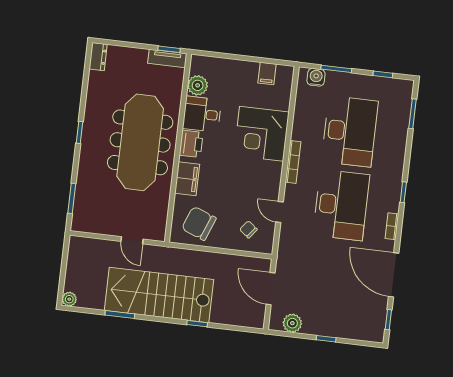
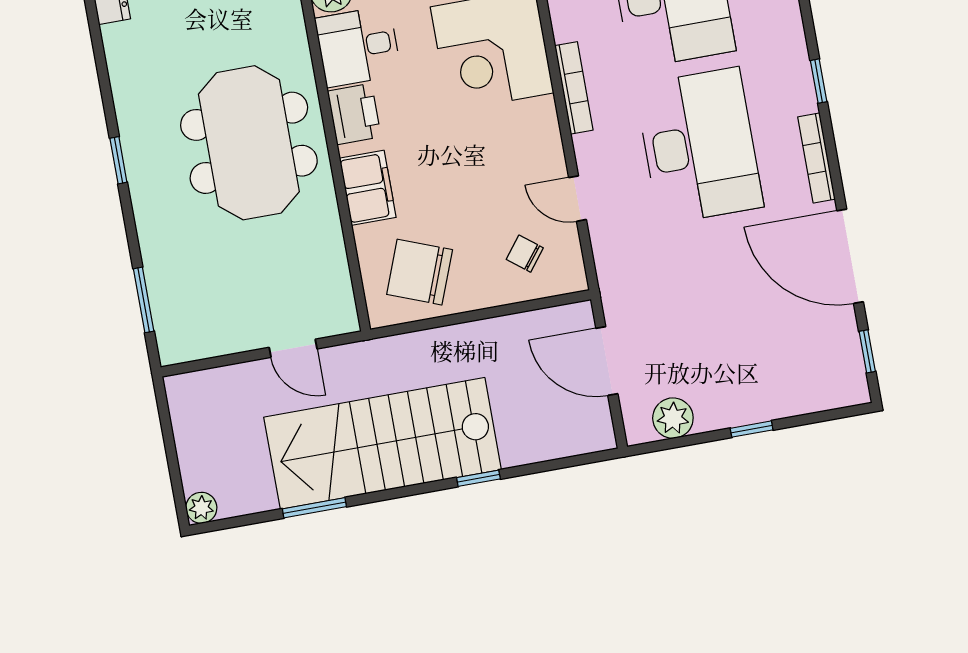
meeting table: (140, 142) -> (249, 143), width x0.73
bookcase: (392, 226) -> (817, 158), width x1.56

